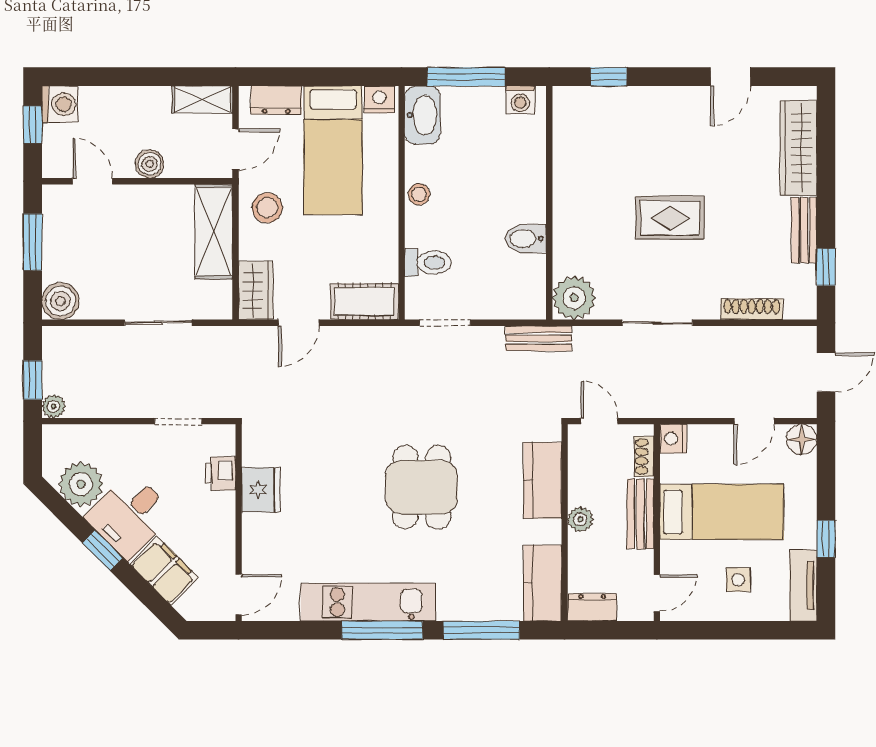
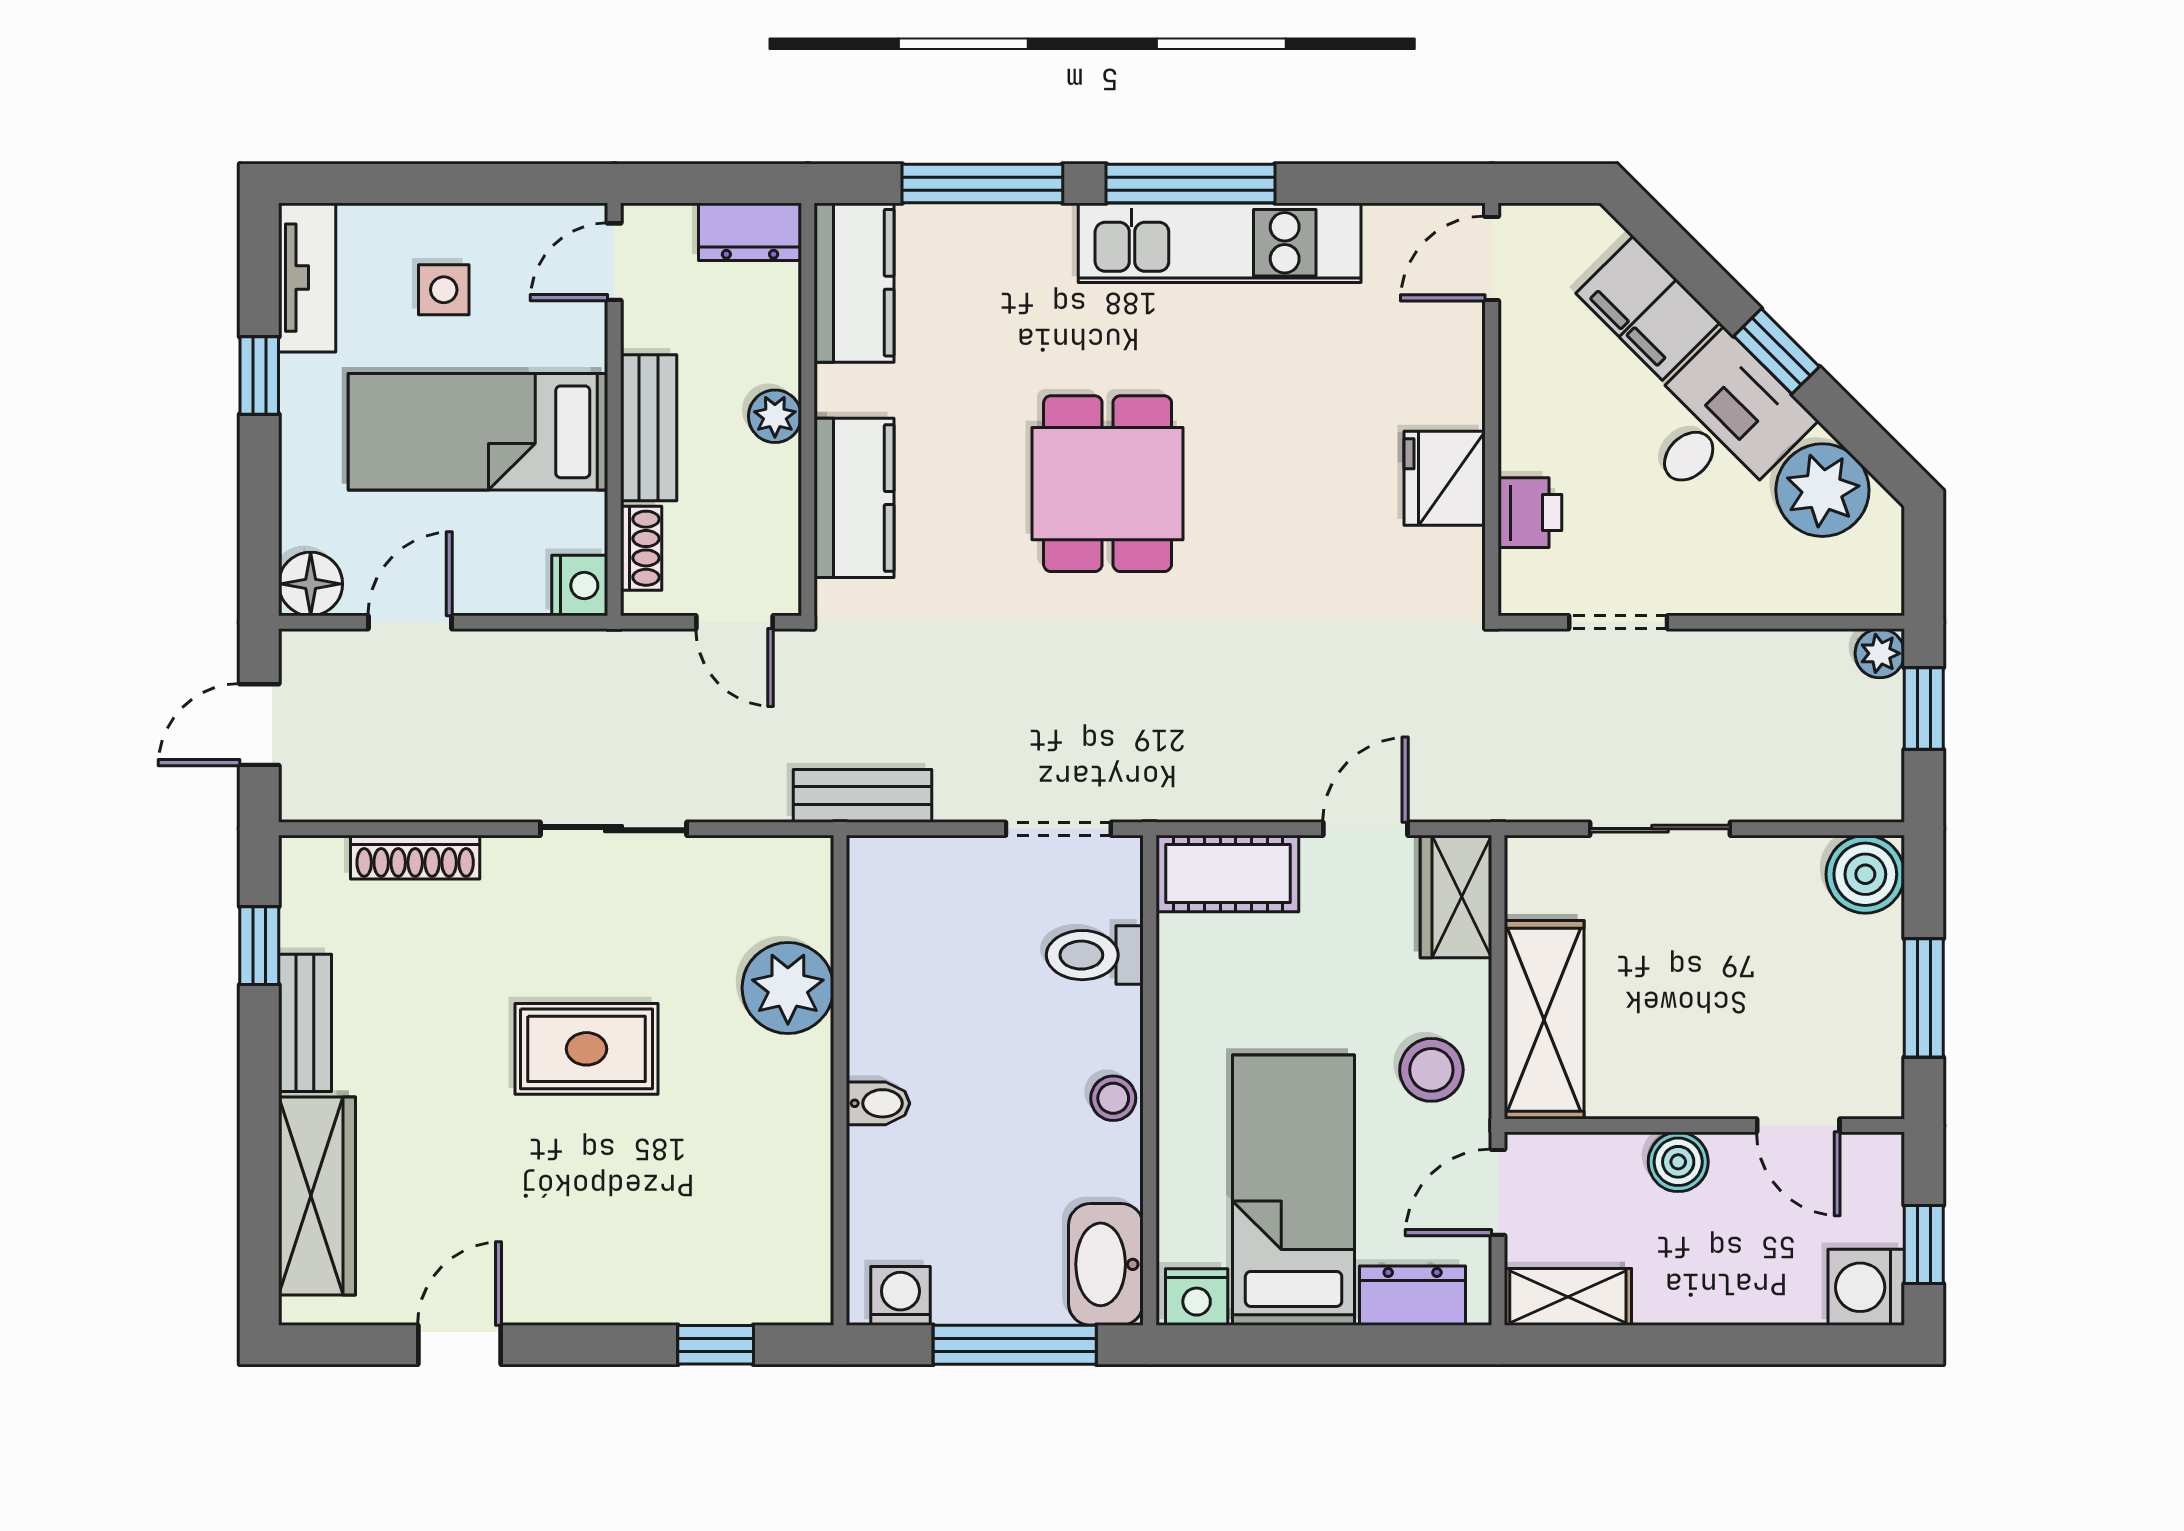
bidet: (526, 238) -> (878, 1103), moved, width x0.72, depth x0.74
plant: (574, 298) -> (788, 988), moved

